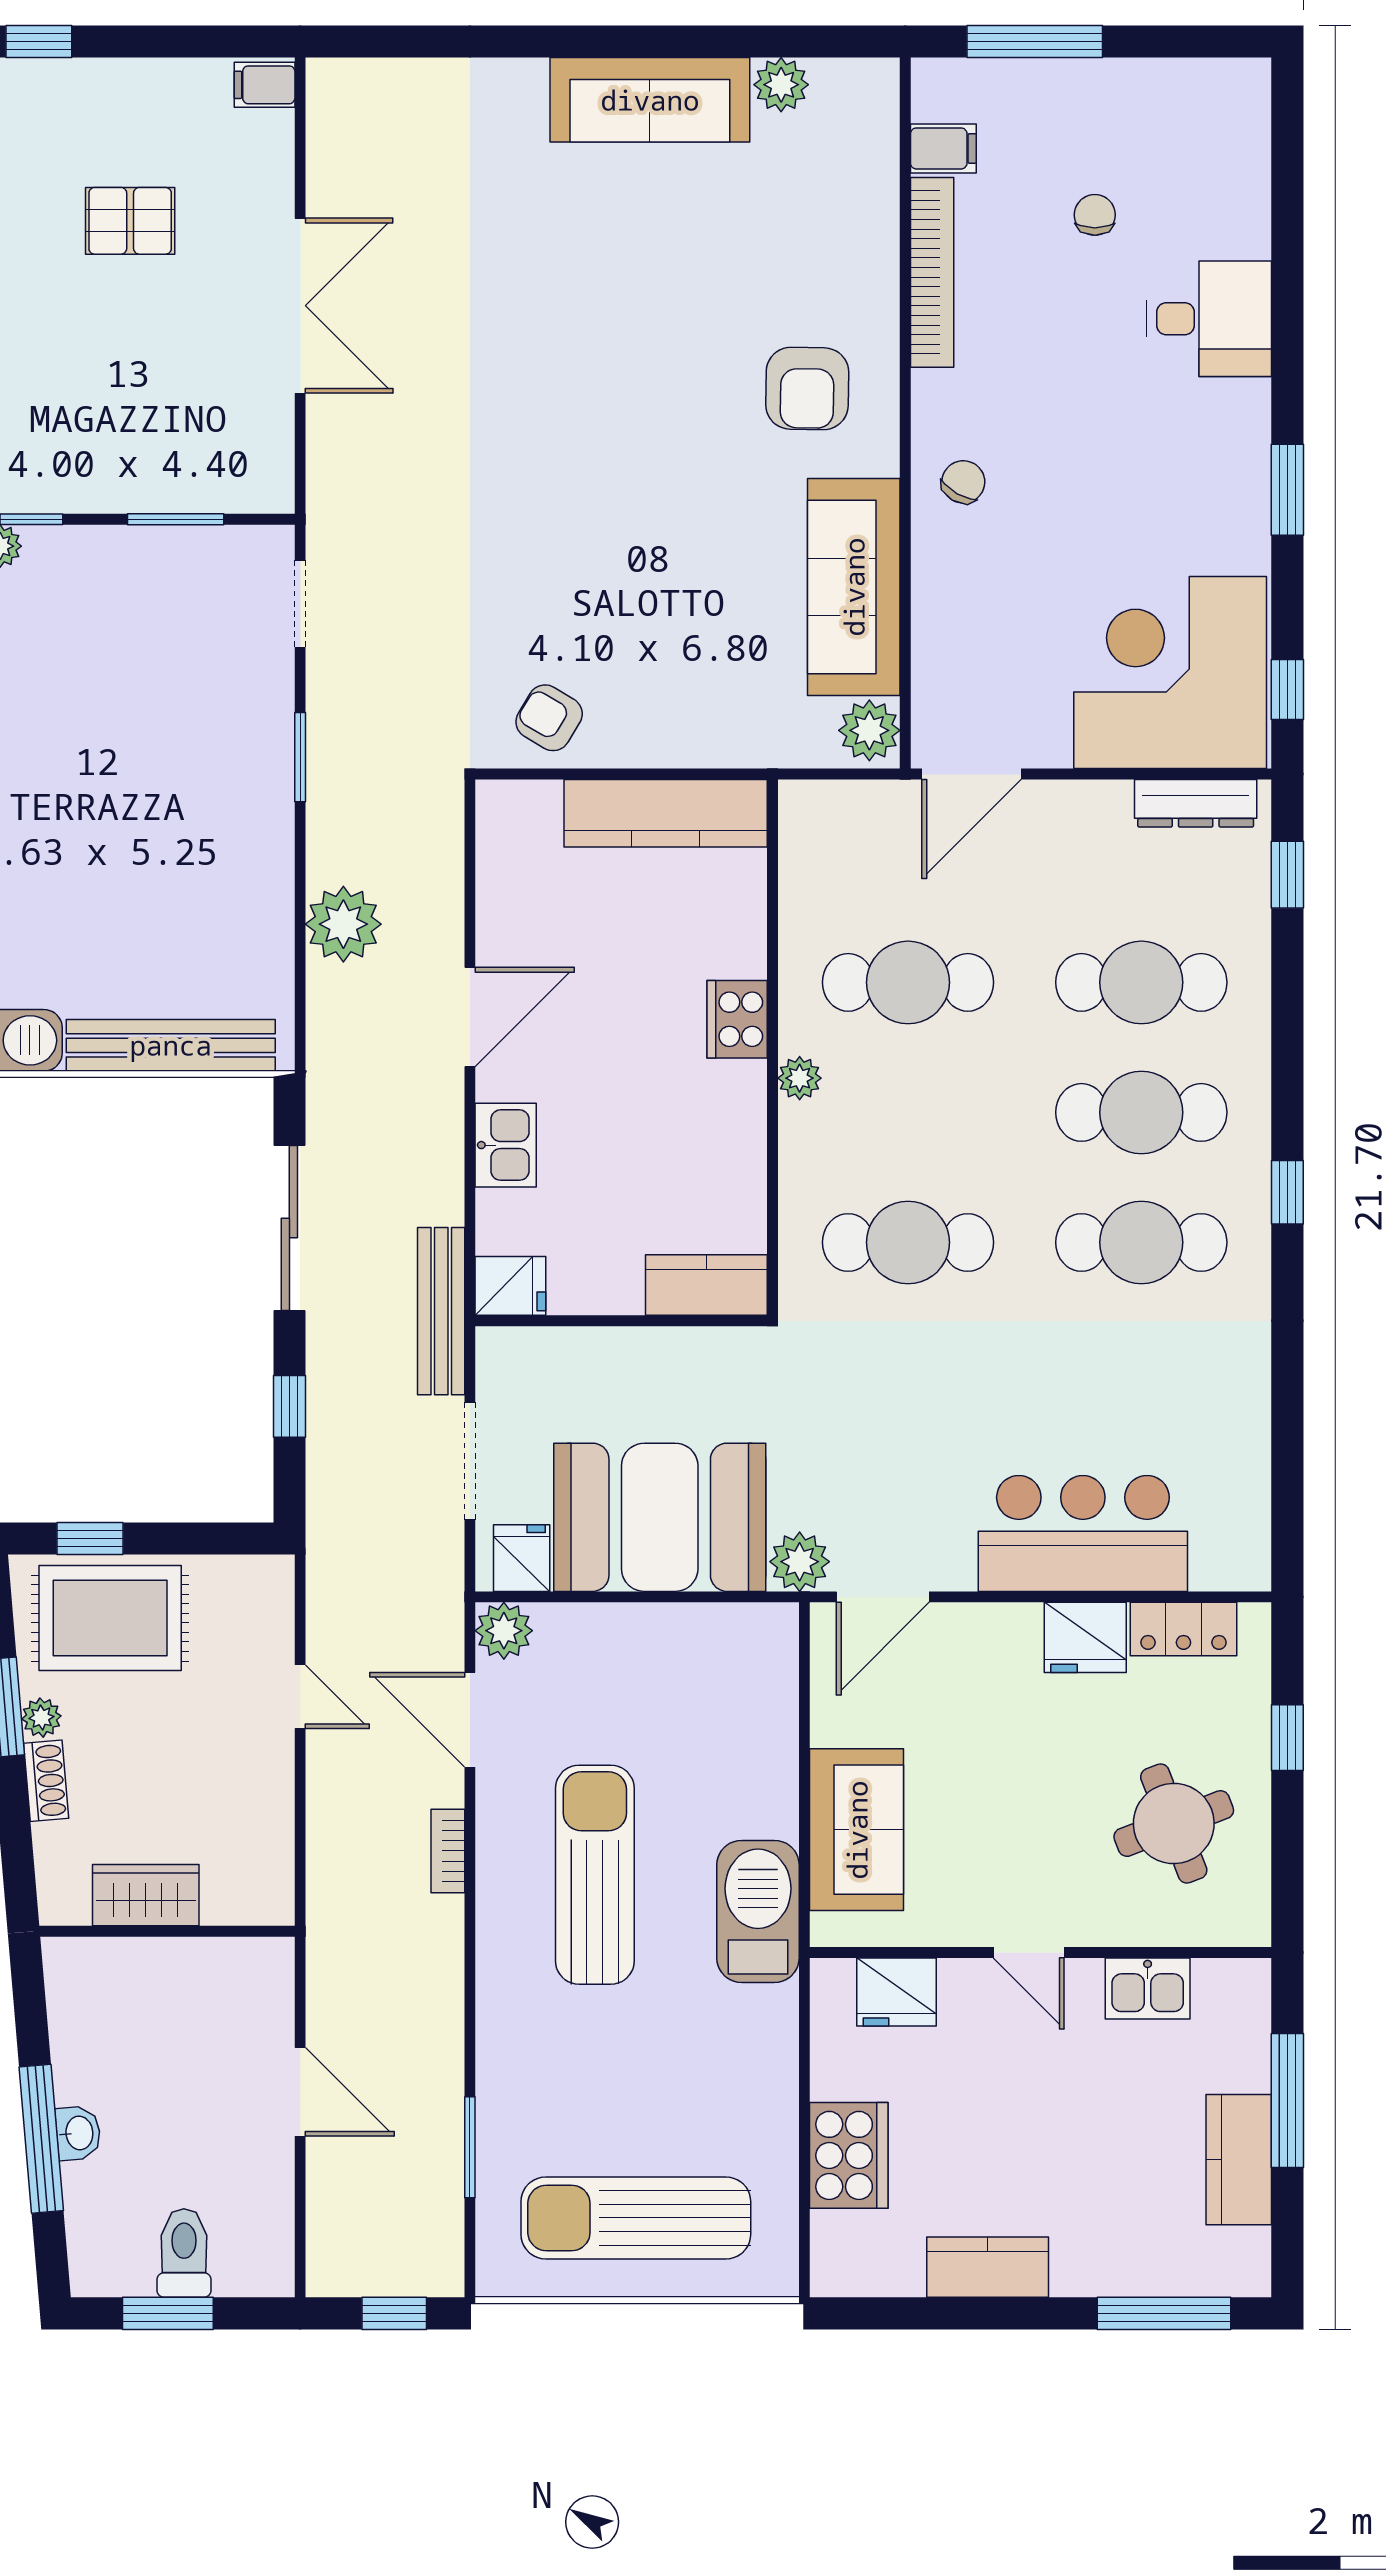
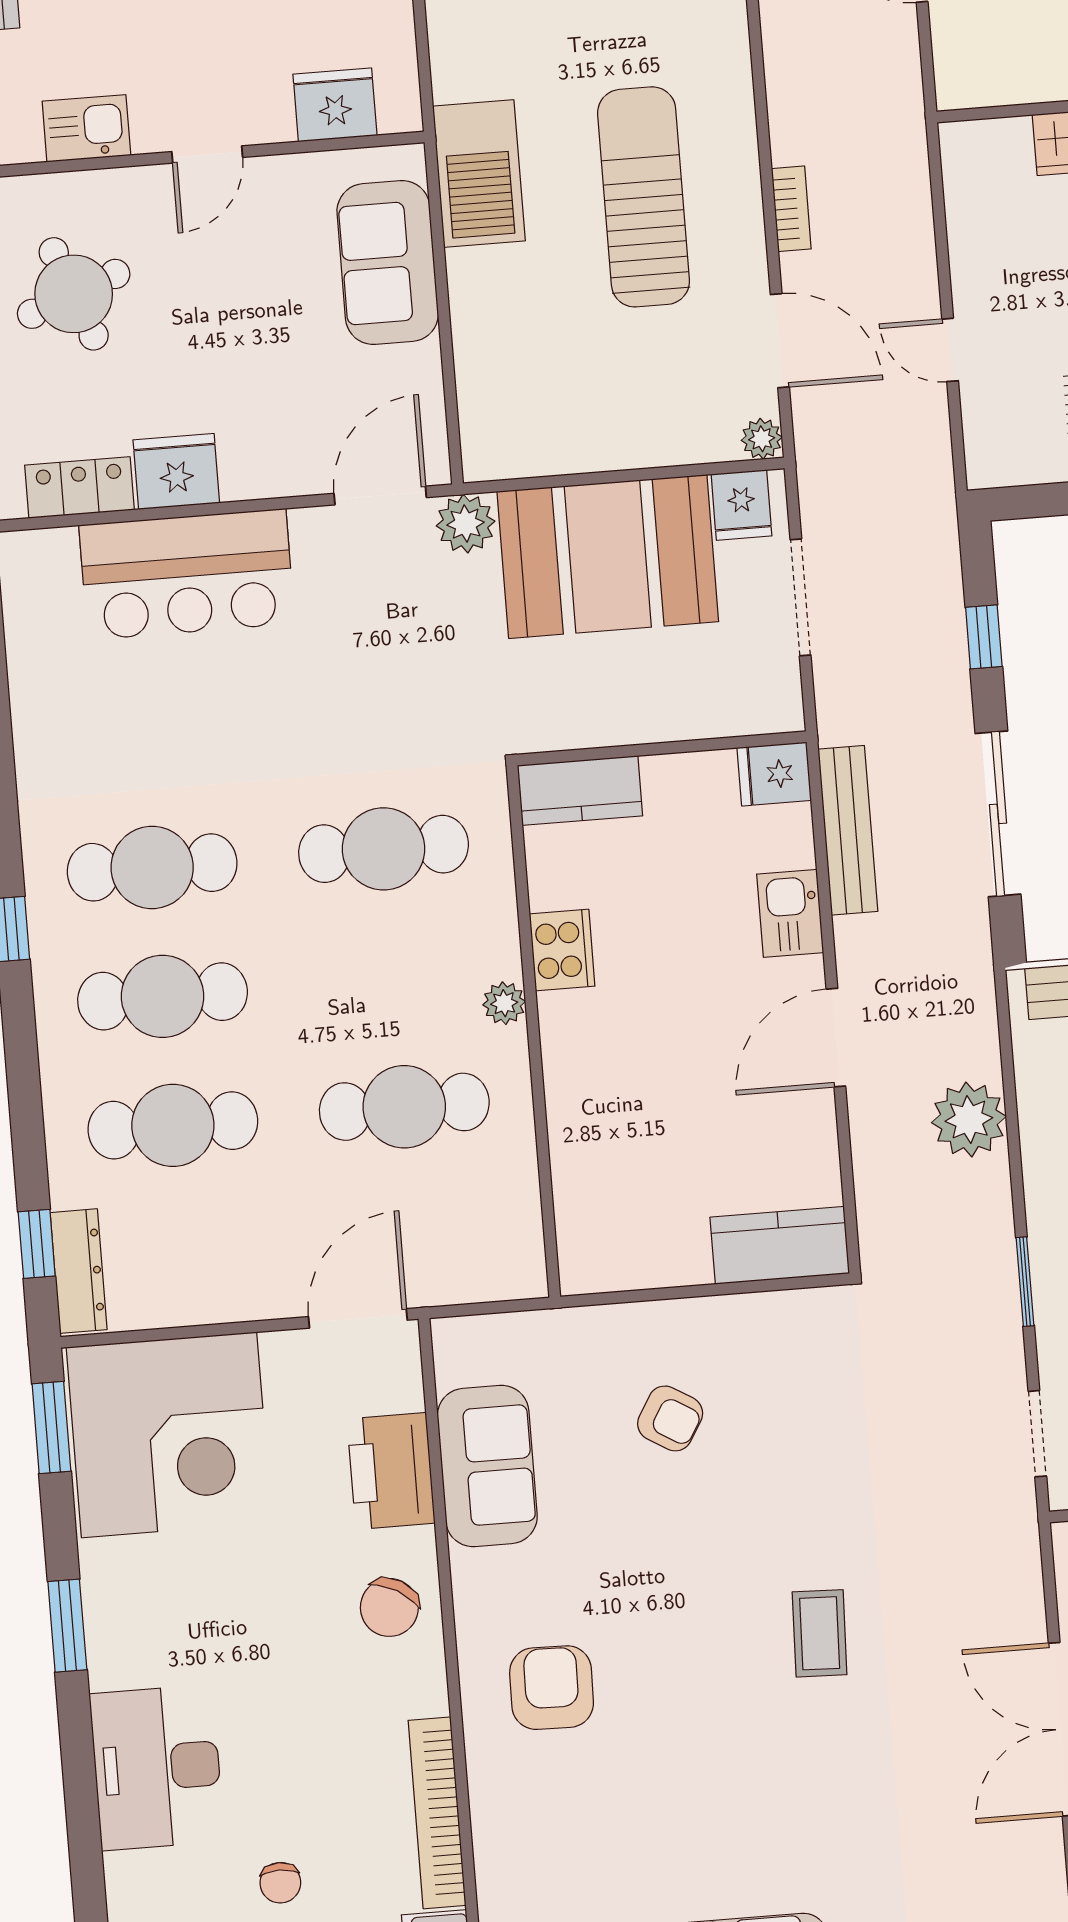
desk: (1209, 319) -> (157, 1768), width x1.37
coffee table: (534, 421) -> (820, 1633), added
chair: (963, 482) -> (389, 1607), width x1.37, depth x1.37
sofa: (854, 587) -> (487, 1466), width x0.73
printer: (951, 618) -> (391, 1471), added
window: (1287, 689) -> (51, 1427), width x1.50
armchair: (549, 718) -> (670, 1418), moved
plant: (869, 730) -> (463, 1354), removed
dresser: (1196, 803) -> (79, 1271), moved, turned 90
kitchen counter: (666, 813) -> (780, 1245), moved, width x0.67
cooker: (737, 1019) -> (562, 950), moved
bench: (441, 1311) -> (848, 830), moved
plant: (504, 1631) -> (762, 439), width x0.73, depth x0.73
sun lounger: (595, 1875) -> (644, 197), turned 180
door: (1029, 1952) -> (207, 154), swing flipped

